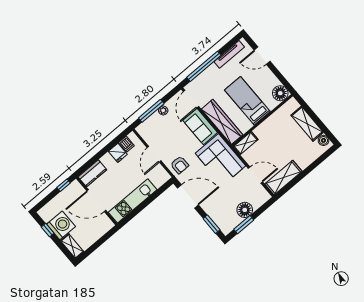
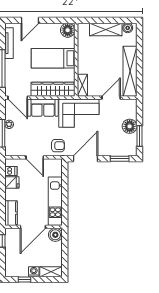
shelving: (283, 178) -> (130, 71), width x1.47
boiler: (105, 224) -> (55, 235), added
washing machine: (61, 225) -> (34, 272), width x0.53, depth x0.53

